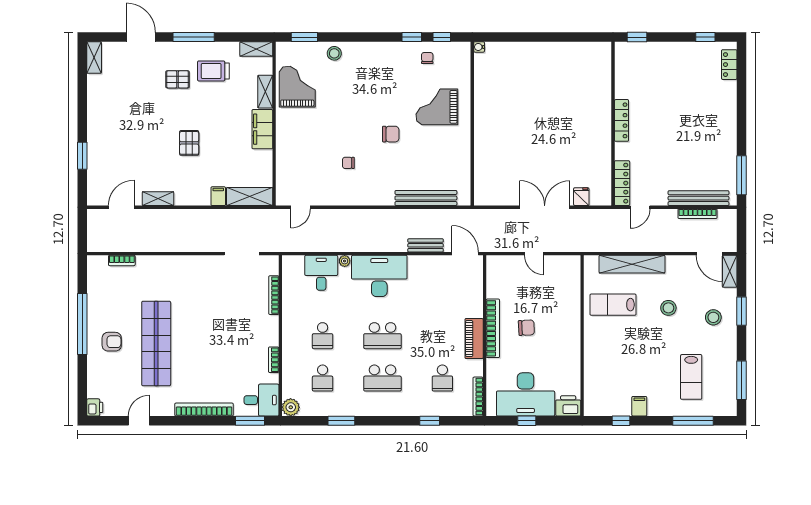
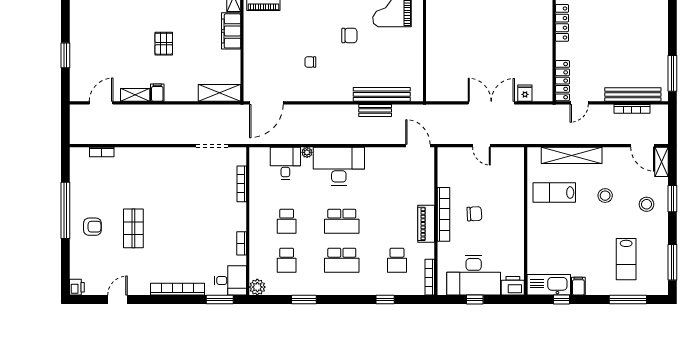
filing cabinet: (218, 196) -> (157, 93), moved
door: (301, 207) -> (266, 103), width x1.88
bench: (426, 245) -> (375, 110), moved
shop shelf: (156, 343) -> (133, 228), width x0.50, depth x0.74
kitchen sink: (607, 405) -> (549, 285), added

